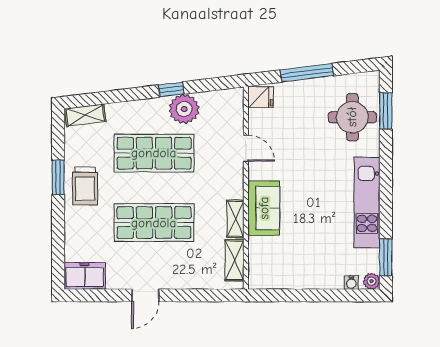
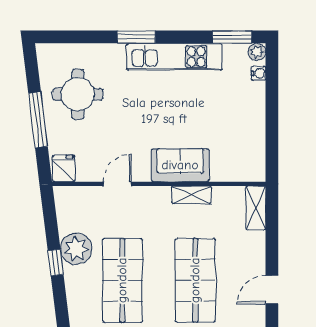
window: (386, 111) -> (136, 37), moved
round table: (352, 117) -> (78, 94), moved
shelving: (235, 260) -> (256, 208), moved, turned 90
door: (145, 295) -> (272, 290), swing flipped

